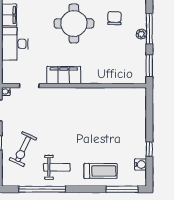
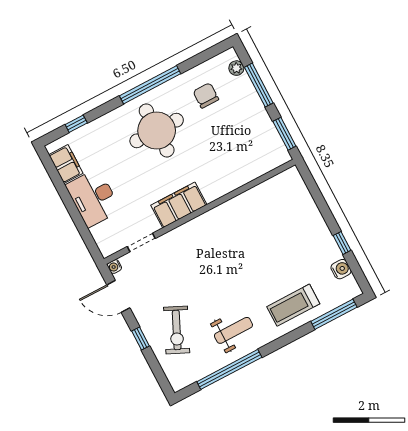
plant: (141, 34) -> (236, 68), moved
treadmill: (101, 171) -> (293, 305), turned 180

